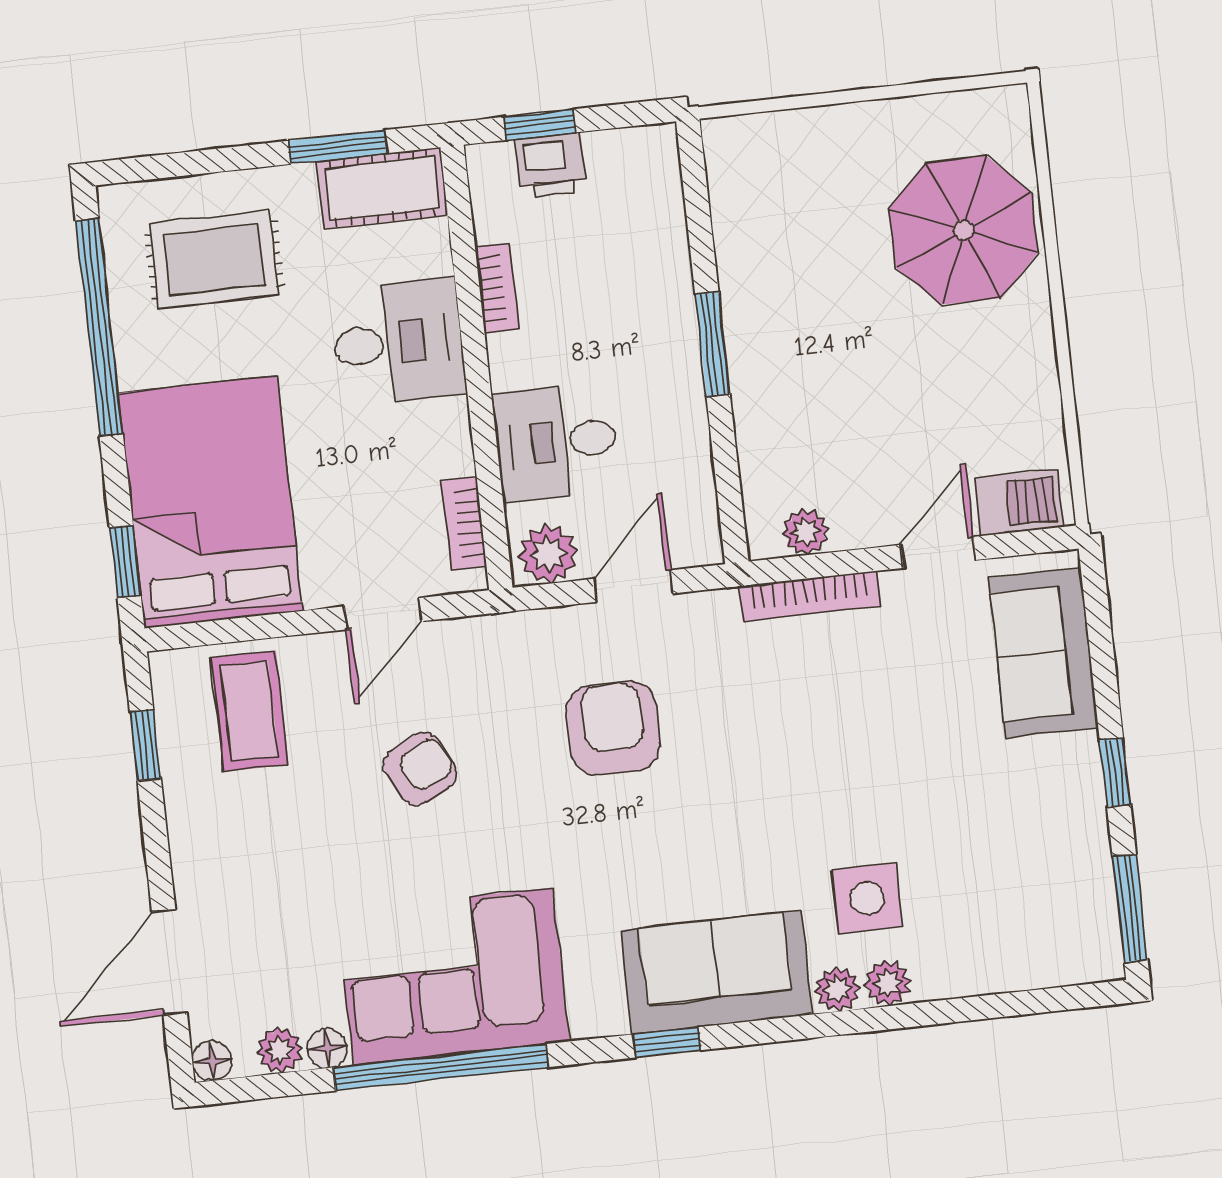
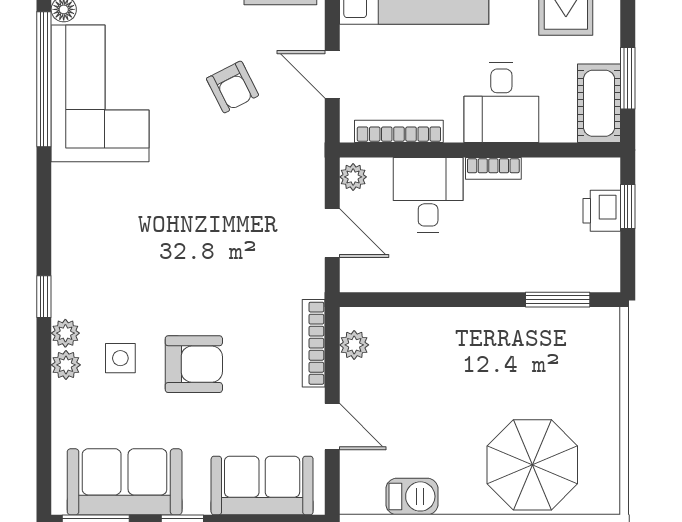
bookcase: (497, 288) -> (493, 168), moved
window: (713, 344) -> (558, 300), moved
barbecue: (1019, 502) -> (412, 496), moved, turned -90
bookcase: (464, 524) -> (399, 131), width x1.56
plant: (548, 554) -> (353, 177), width x0.73, depth x0.73
armchair: (613, 728) -> (194, 364), moved
side table: (867, 898) -> (120, 358), width x0.73, depth x0.73
sofa: (717, 972) -> (125, 482), moved, turned -90
window: (667, 1042) -> (44, 297), moved

